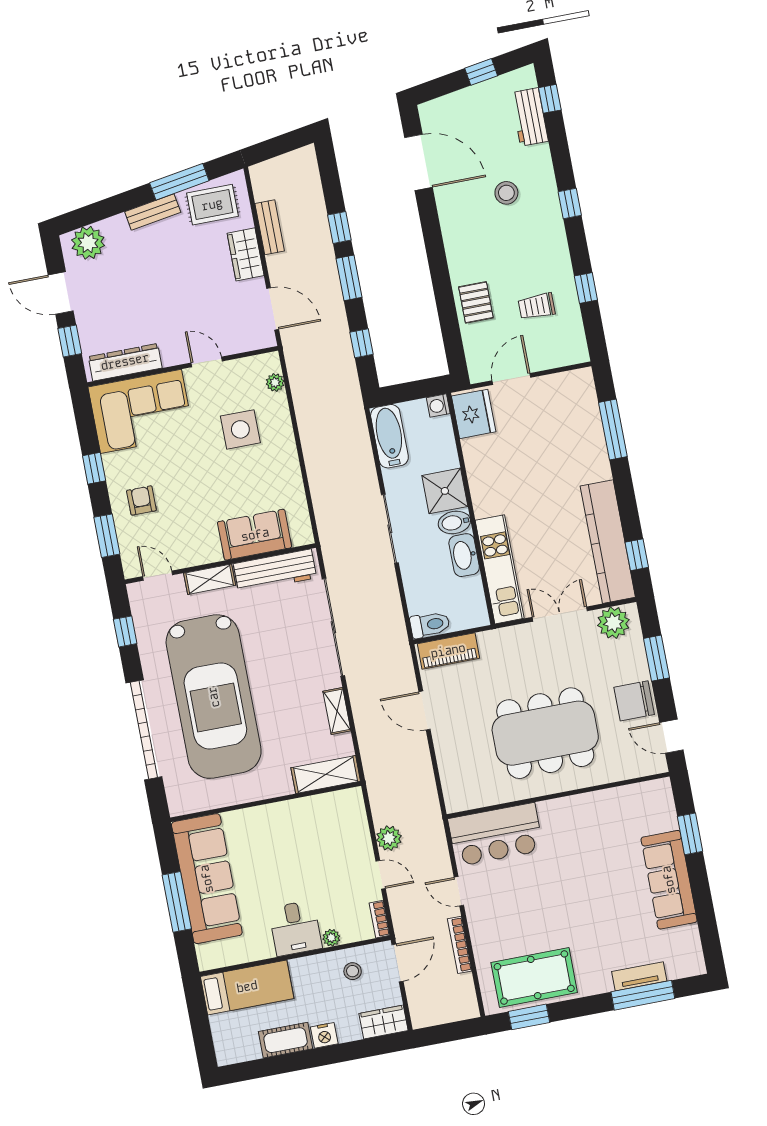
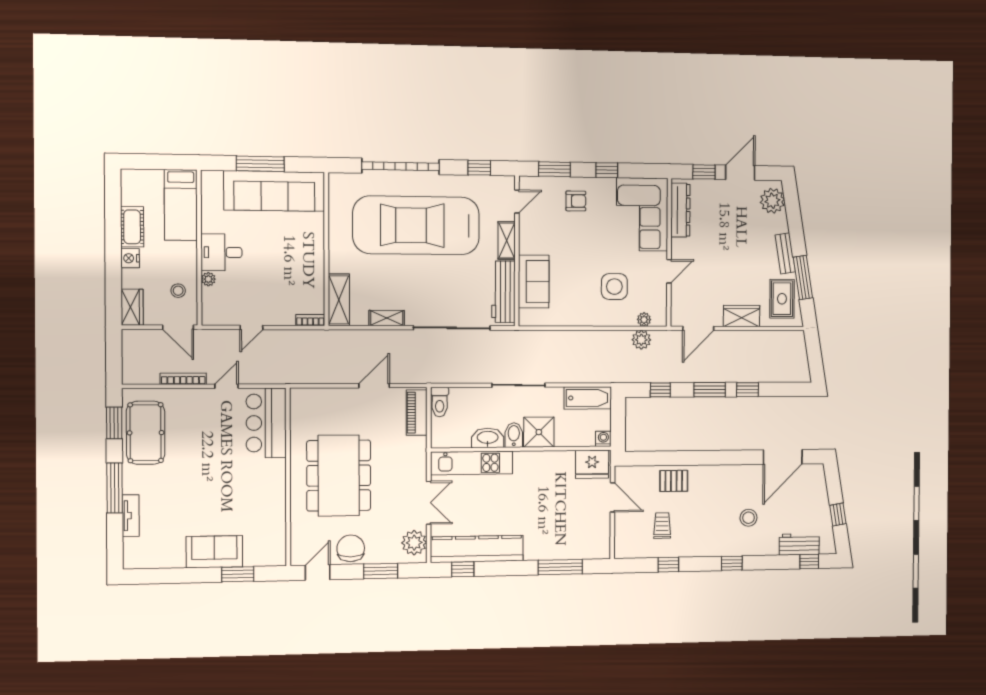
bench: (270, 227) -> (758, 338), removed
plant: (389, 838) -> (641, 340), moved
sofa: (669, 880) -> (214, 552), width x0.73
bookcase: (379, 919) -> (310, 320), moved
window: (643, 995) -> (115, 488), moved

